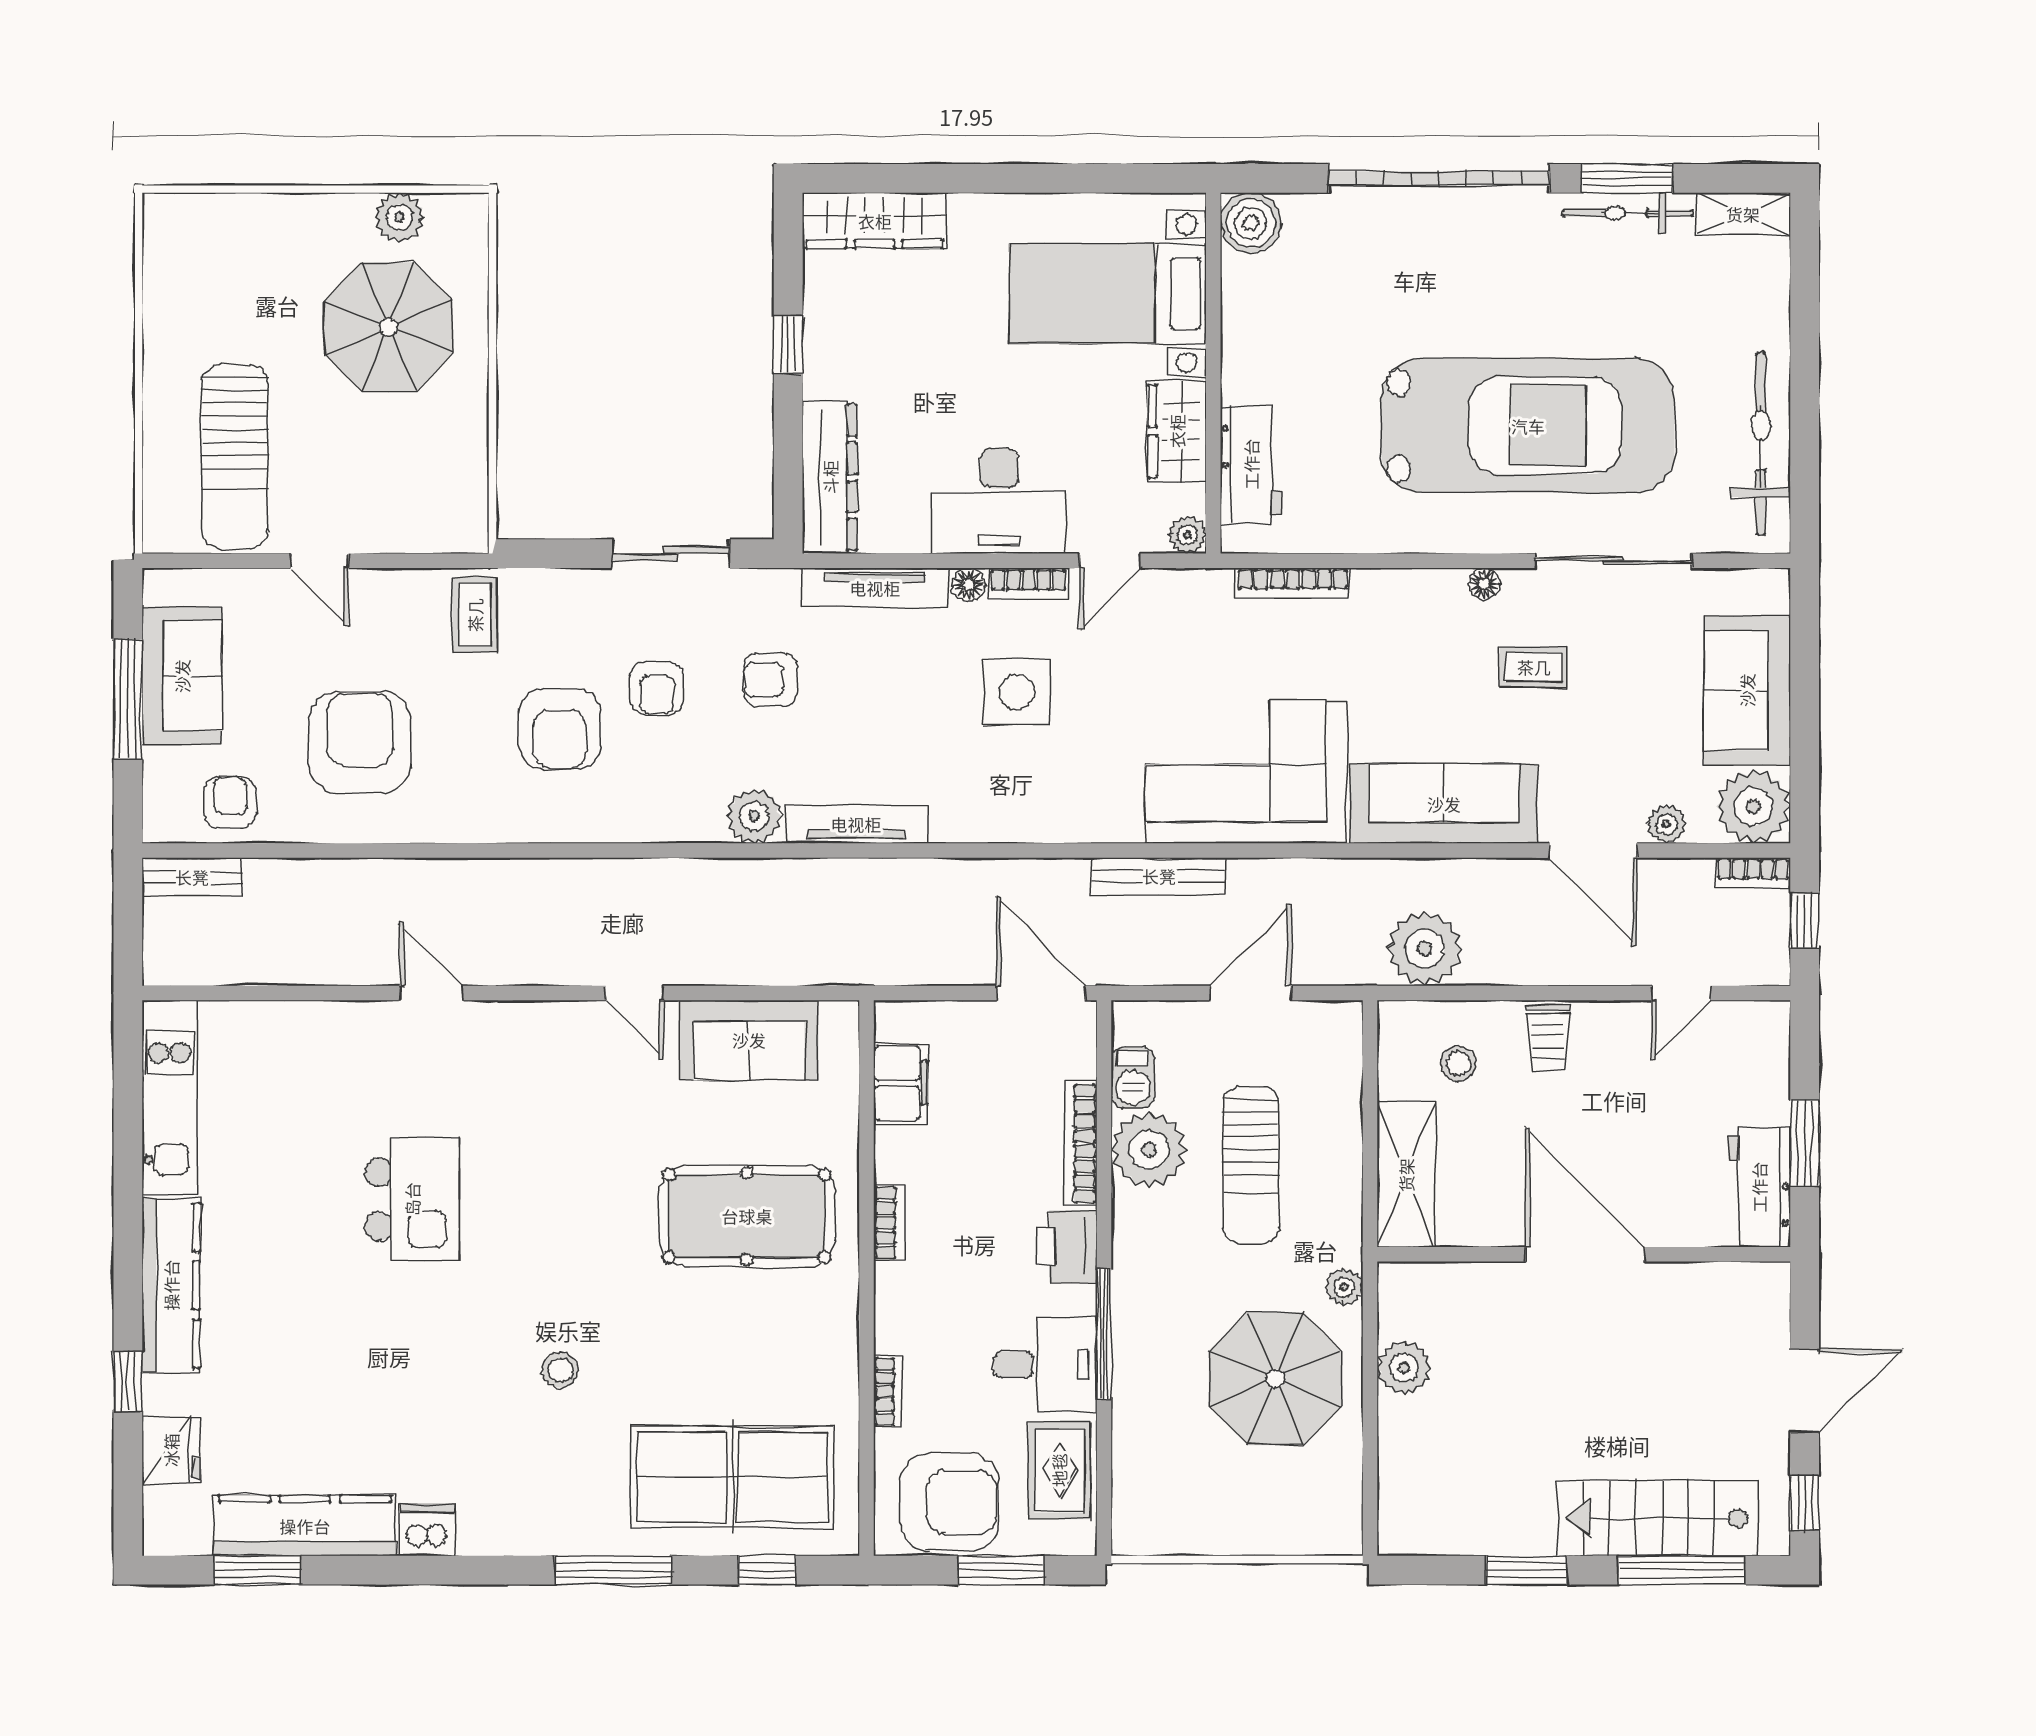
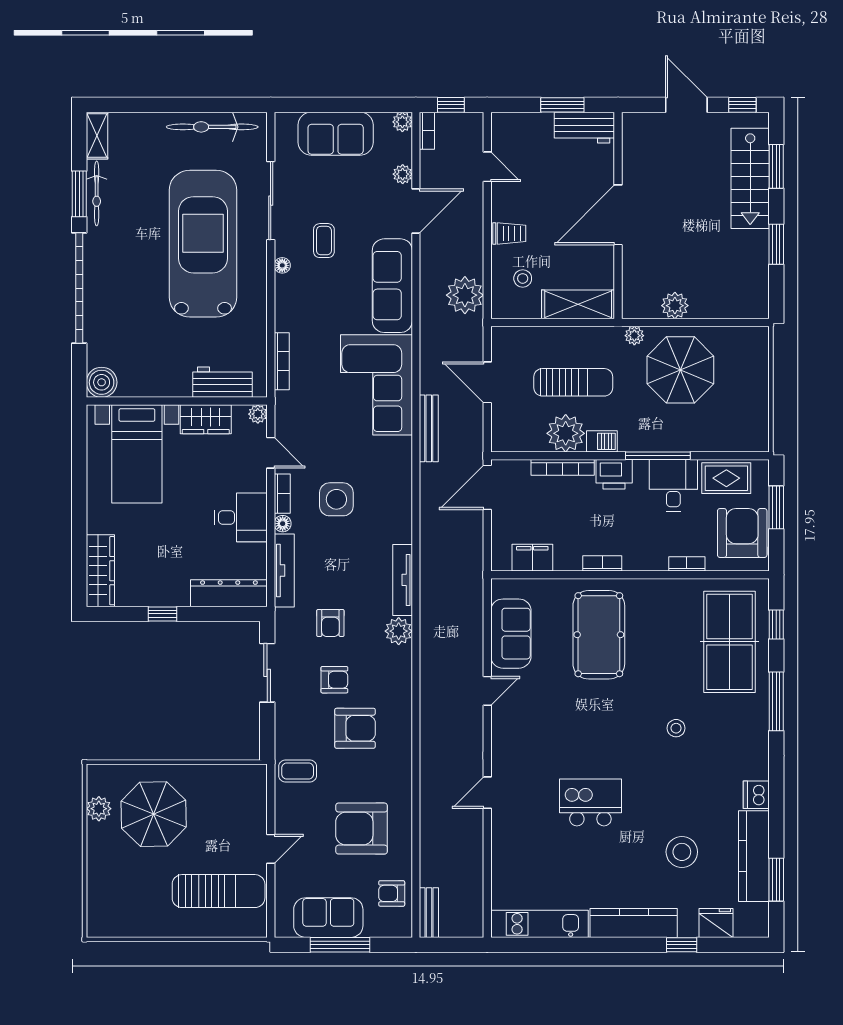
desk: (999, 501) -> (241, 517), width x0.73
plant: (1753, 806) -> (402, 122), width x0.53, depth x0.53
barbecue: (1133, 1078) -> (602, 441), moved
stool: (313, 1382) -> (682, 852), added
window: (1682, 1570) -> (776, 166), width x0.69

